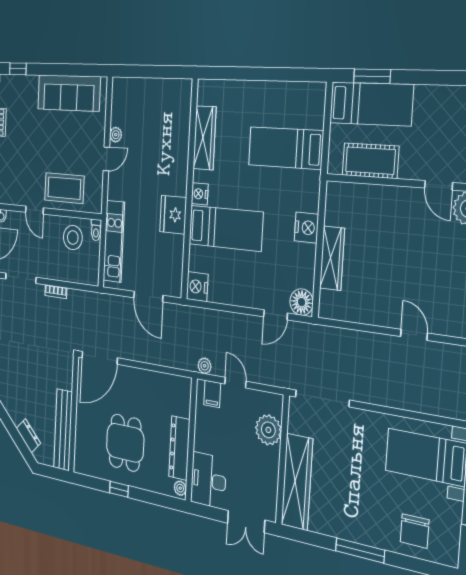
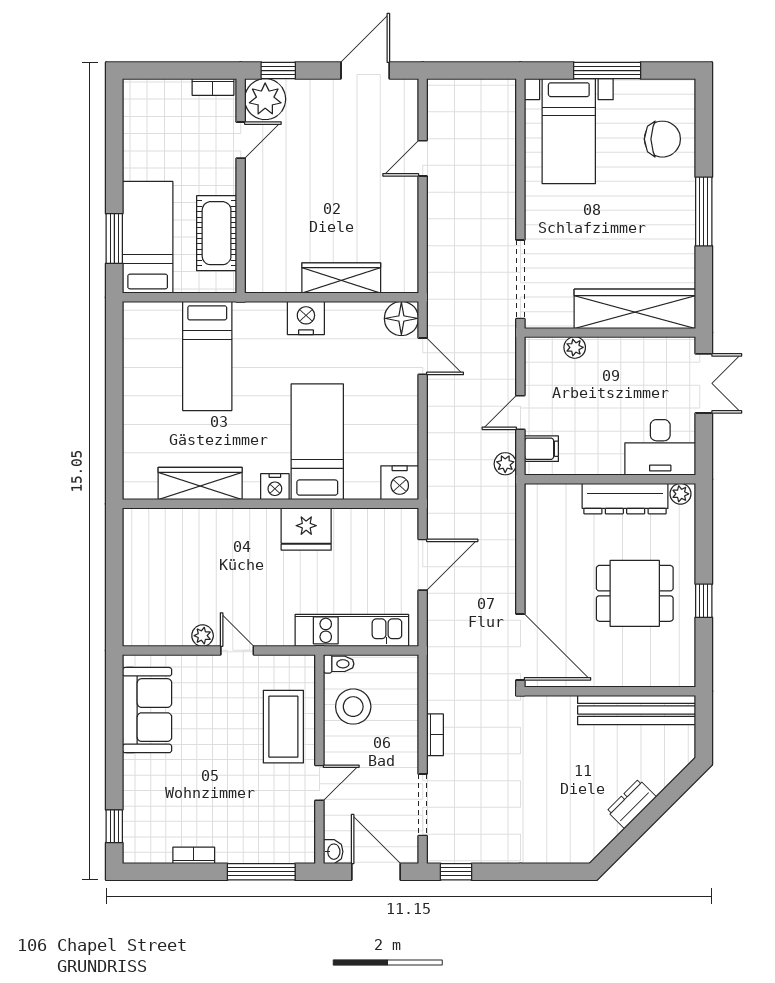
sofa: (69, 93) -> (147, 710), width x0.73
plant: (268, 430) -> (575, 347), width x0.53, depth x0.53
dresser: (28, 436) -> (632, 804), moved

